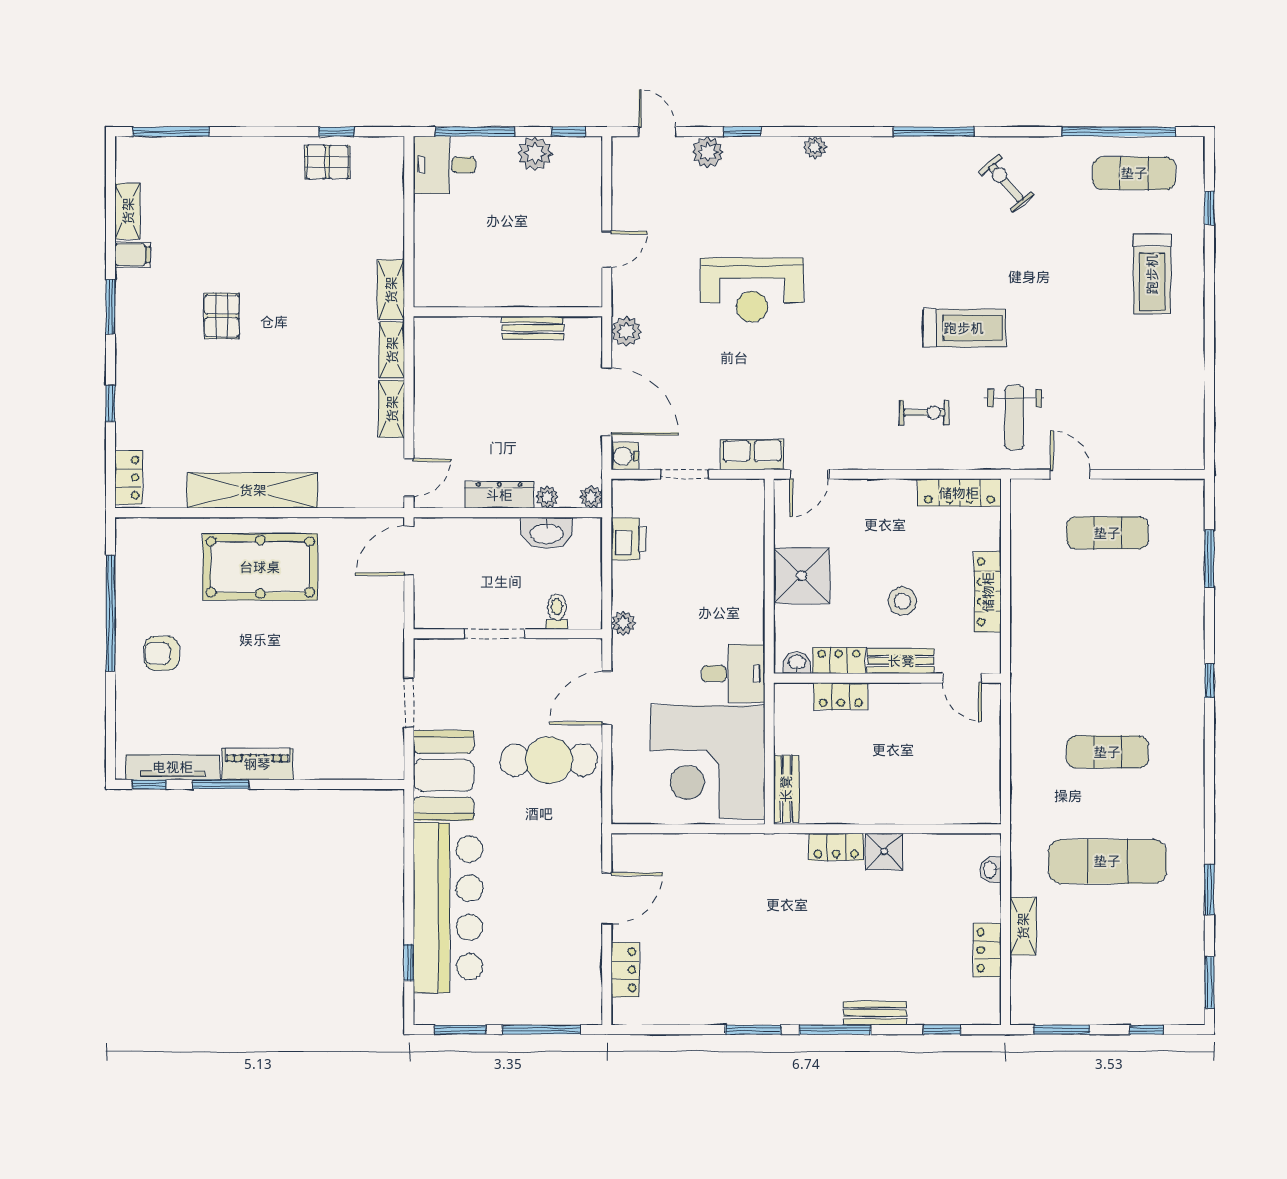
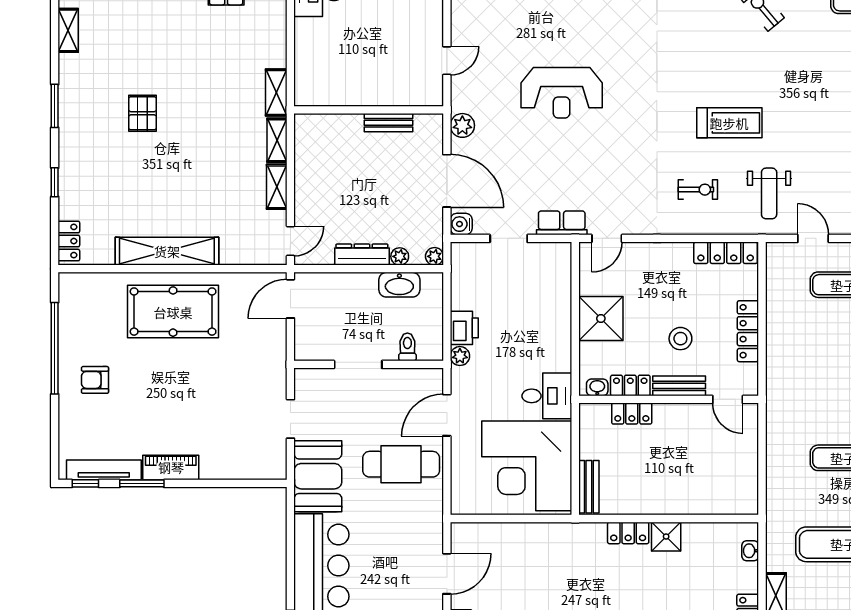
filing cabinet: (132, 255) -> (72, 65), removed
printer: (629, 539) -> (464, 328), moved

